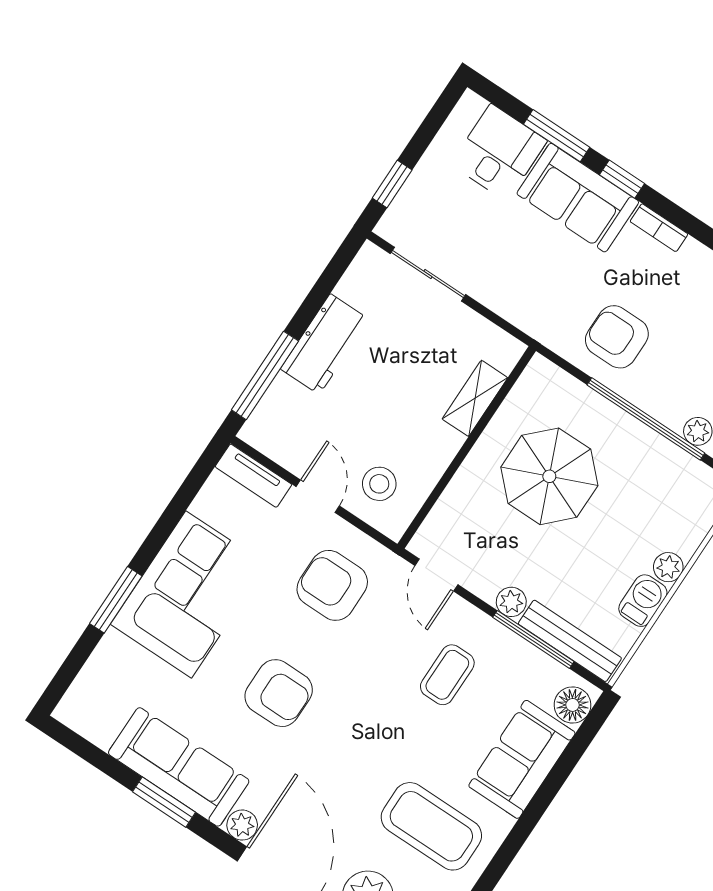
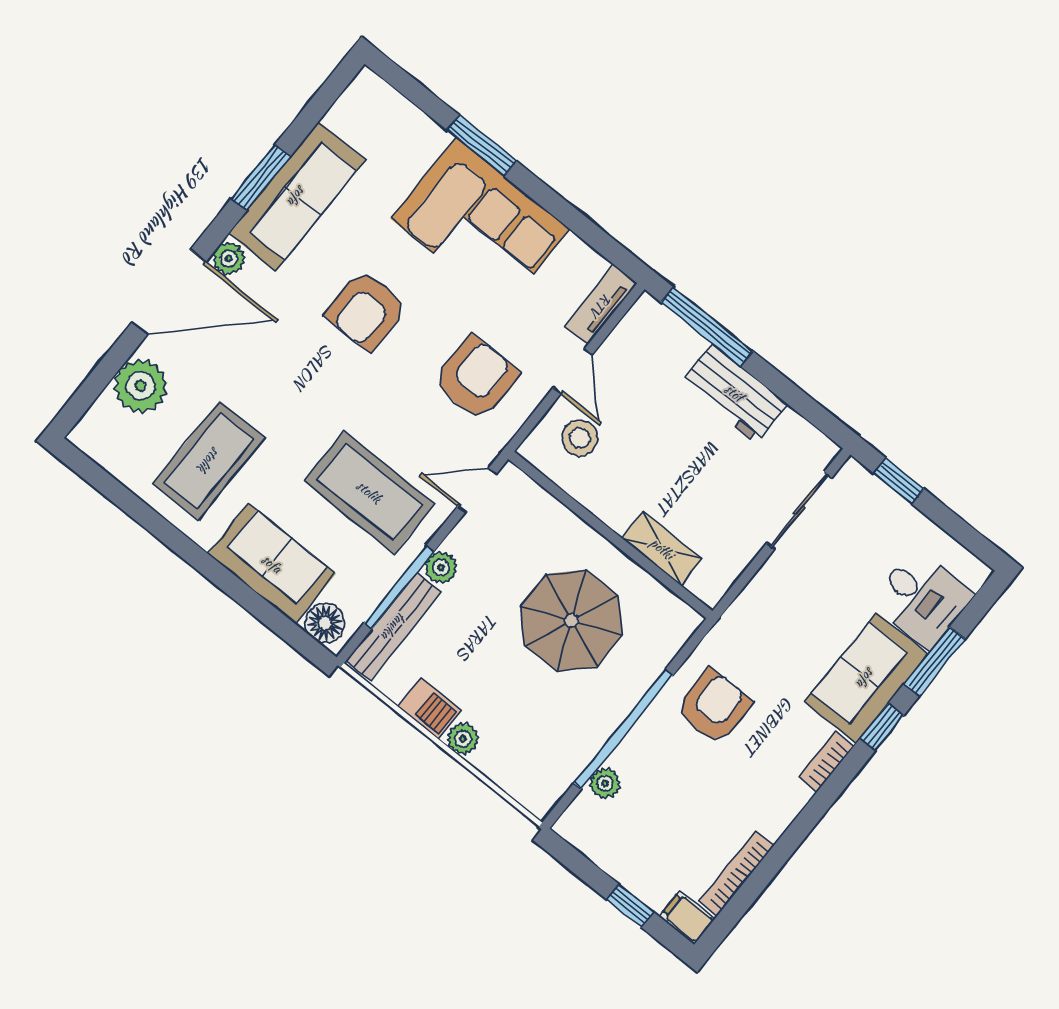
door: (318, 496) -> (573, 371), hinge flipped
coffee table: (447, 675) -> (369, 492), width x1.86, depth x1.72

